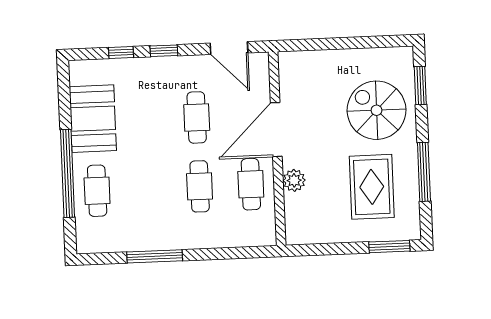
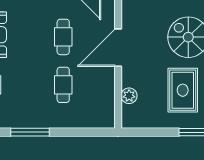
plant: (294, 180) -> (129, 96), moved
cafe table: (251, 184) -> (99, 85), removed

